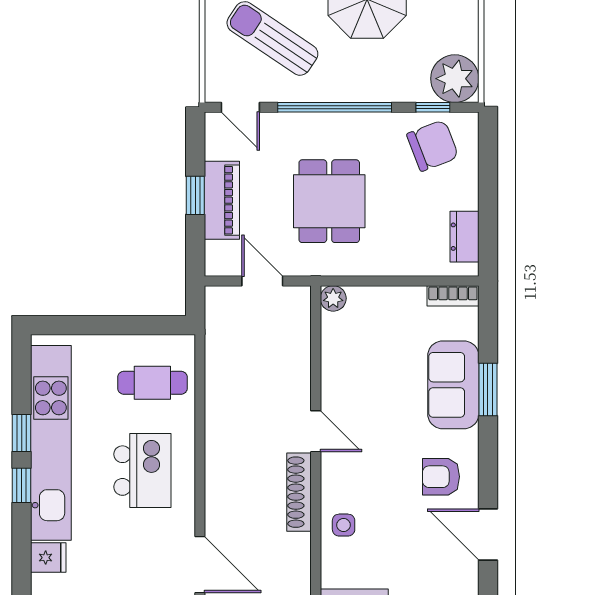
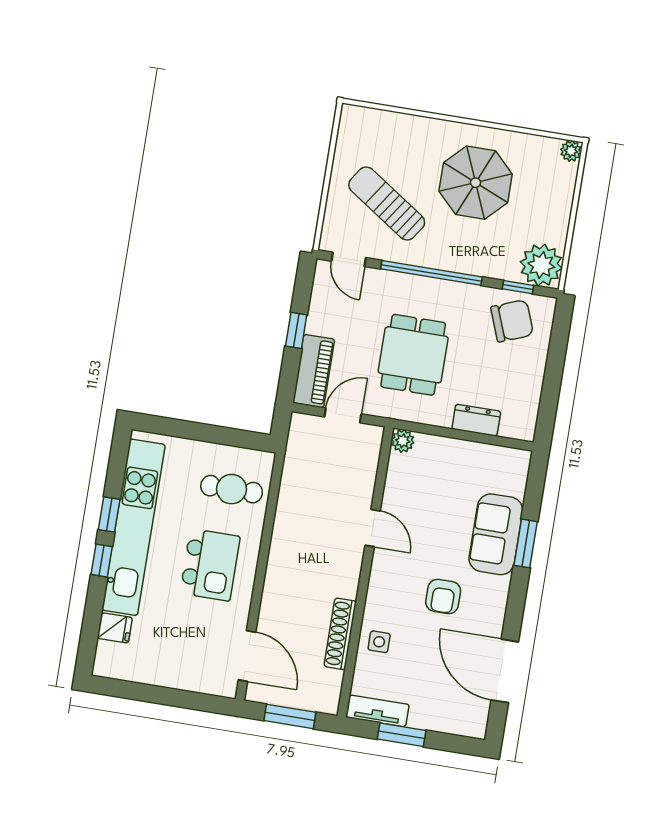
piano: (222, 200) -> (314, 371), moved
dresser: (464, 237) -> (476, 420), moved, turned 90
door: (262, 281) -> (343, 415), hinge flipped
bookcase: (453, 296) -> (508, 456), removed
door: (316, 431) -> (373, 528), moved
armchair: (441, 477) -> (443, 596), moved, turned -90
shoe rack: (299, 492) -> (340, 634), moved
door: (488, 534) -> (505, 671), width x1.36

